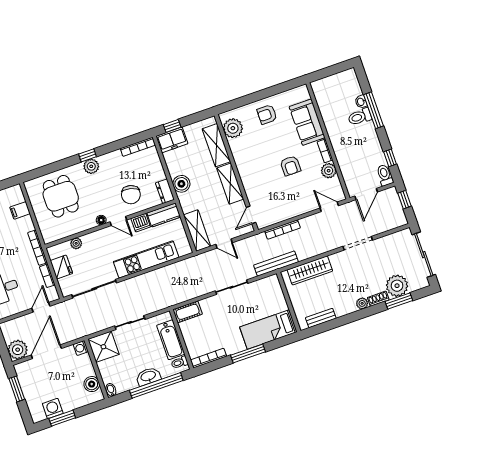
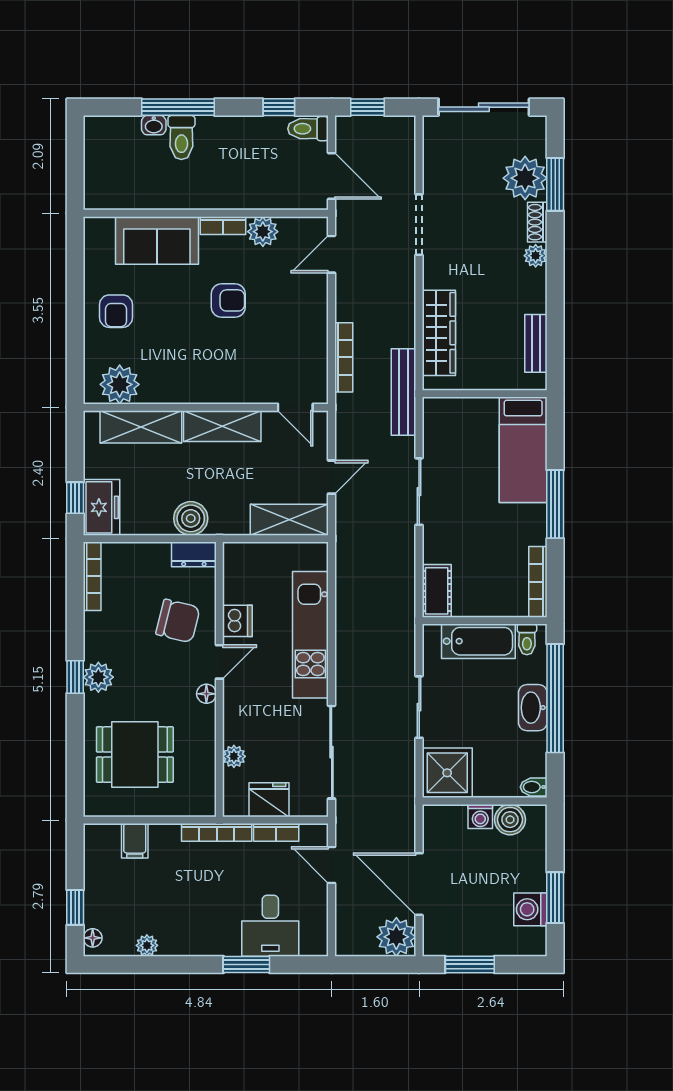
kitchen counter: (164, 215) -> (238, 572), removed
washing machine: (81, 348) -> (480, 816), moved

